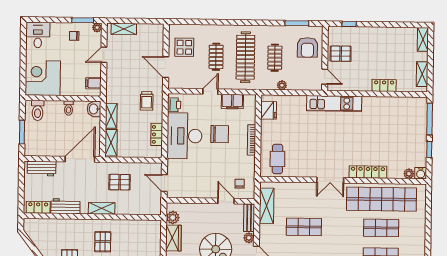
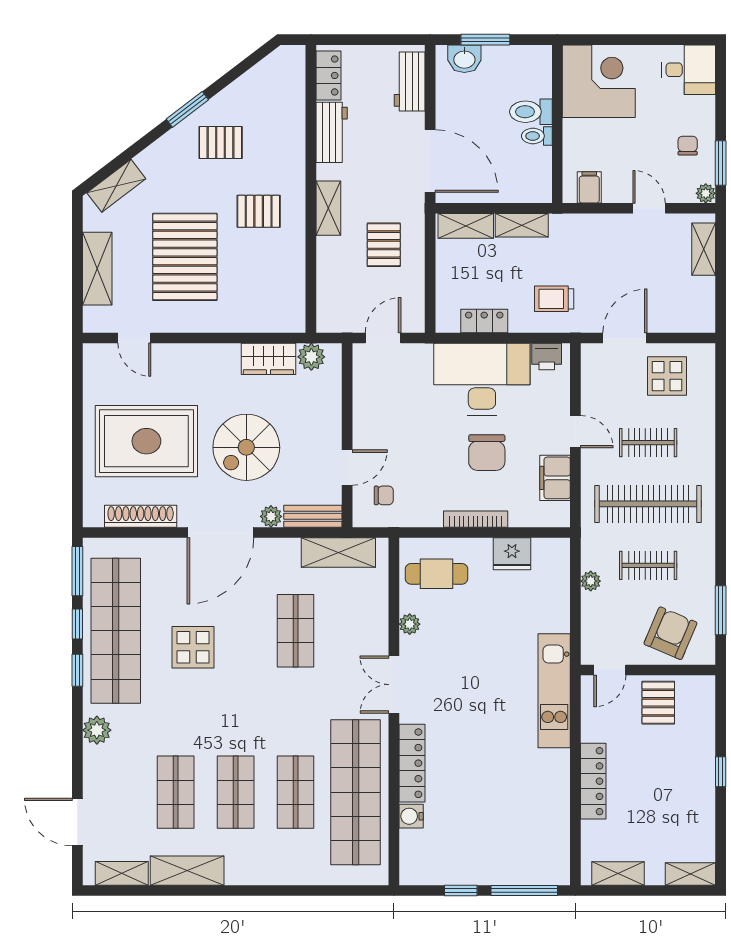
window: (349, 24) -> (721, 772), moved
armchair: (307, 47) -> (670, 633), turned 113
locker: (384, 85) -> (593, 781), width x1.53
washbasin: (94, 109) -> (464, 59), moved, turned 180
toilet: (38, 110) -> (531, 112), moved
fridge: (269, 110) -> (512, 554), moved
water cooler: (421, 173) -> (411, 816), moved
plant: (409, 174) -> (410, 624), moved

